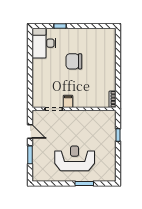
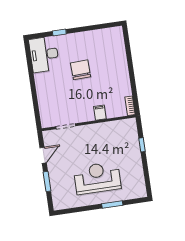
chair: (74, 61) -> (81, 70), turned 88
filing cabinet: (68, 101) -> (100, 113), moved
door: (30, 131) -> (43, 155), hinge flipped

